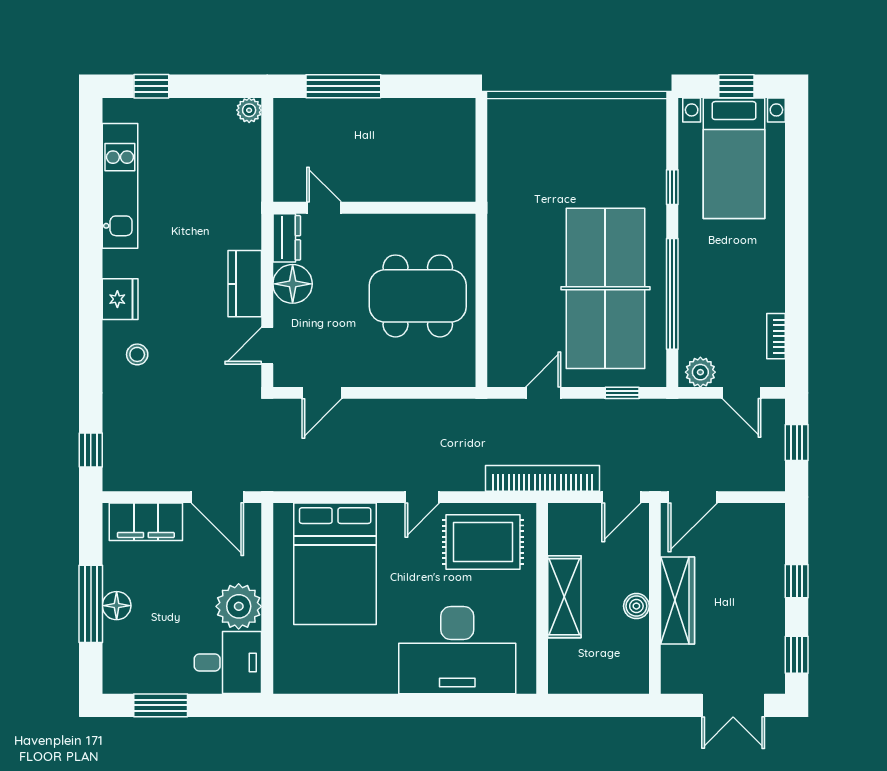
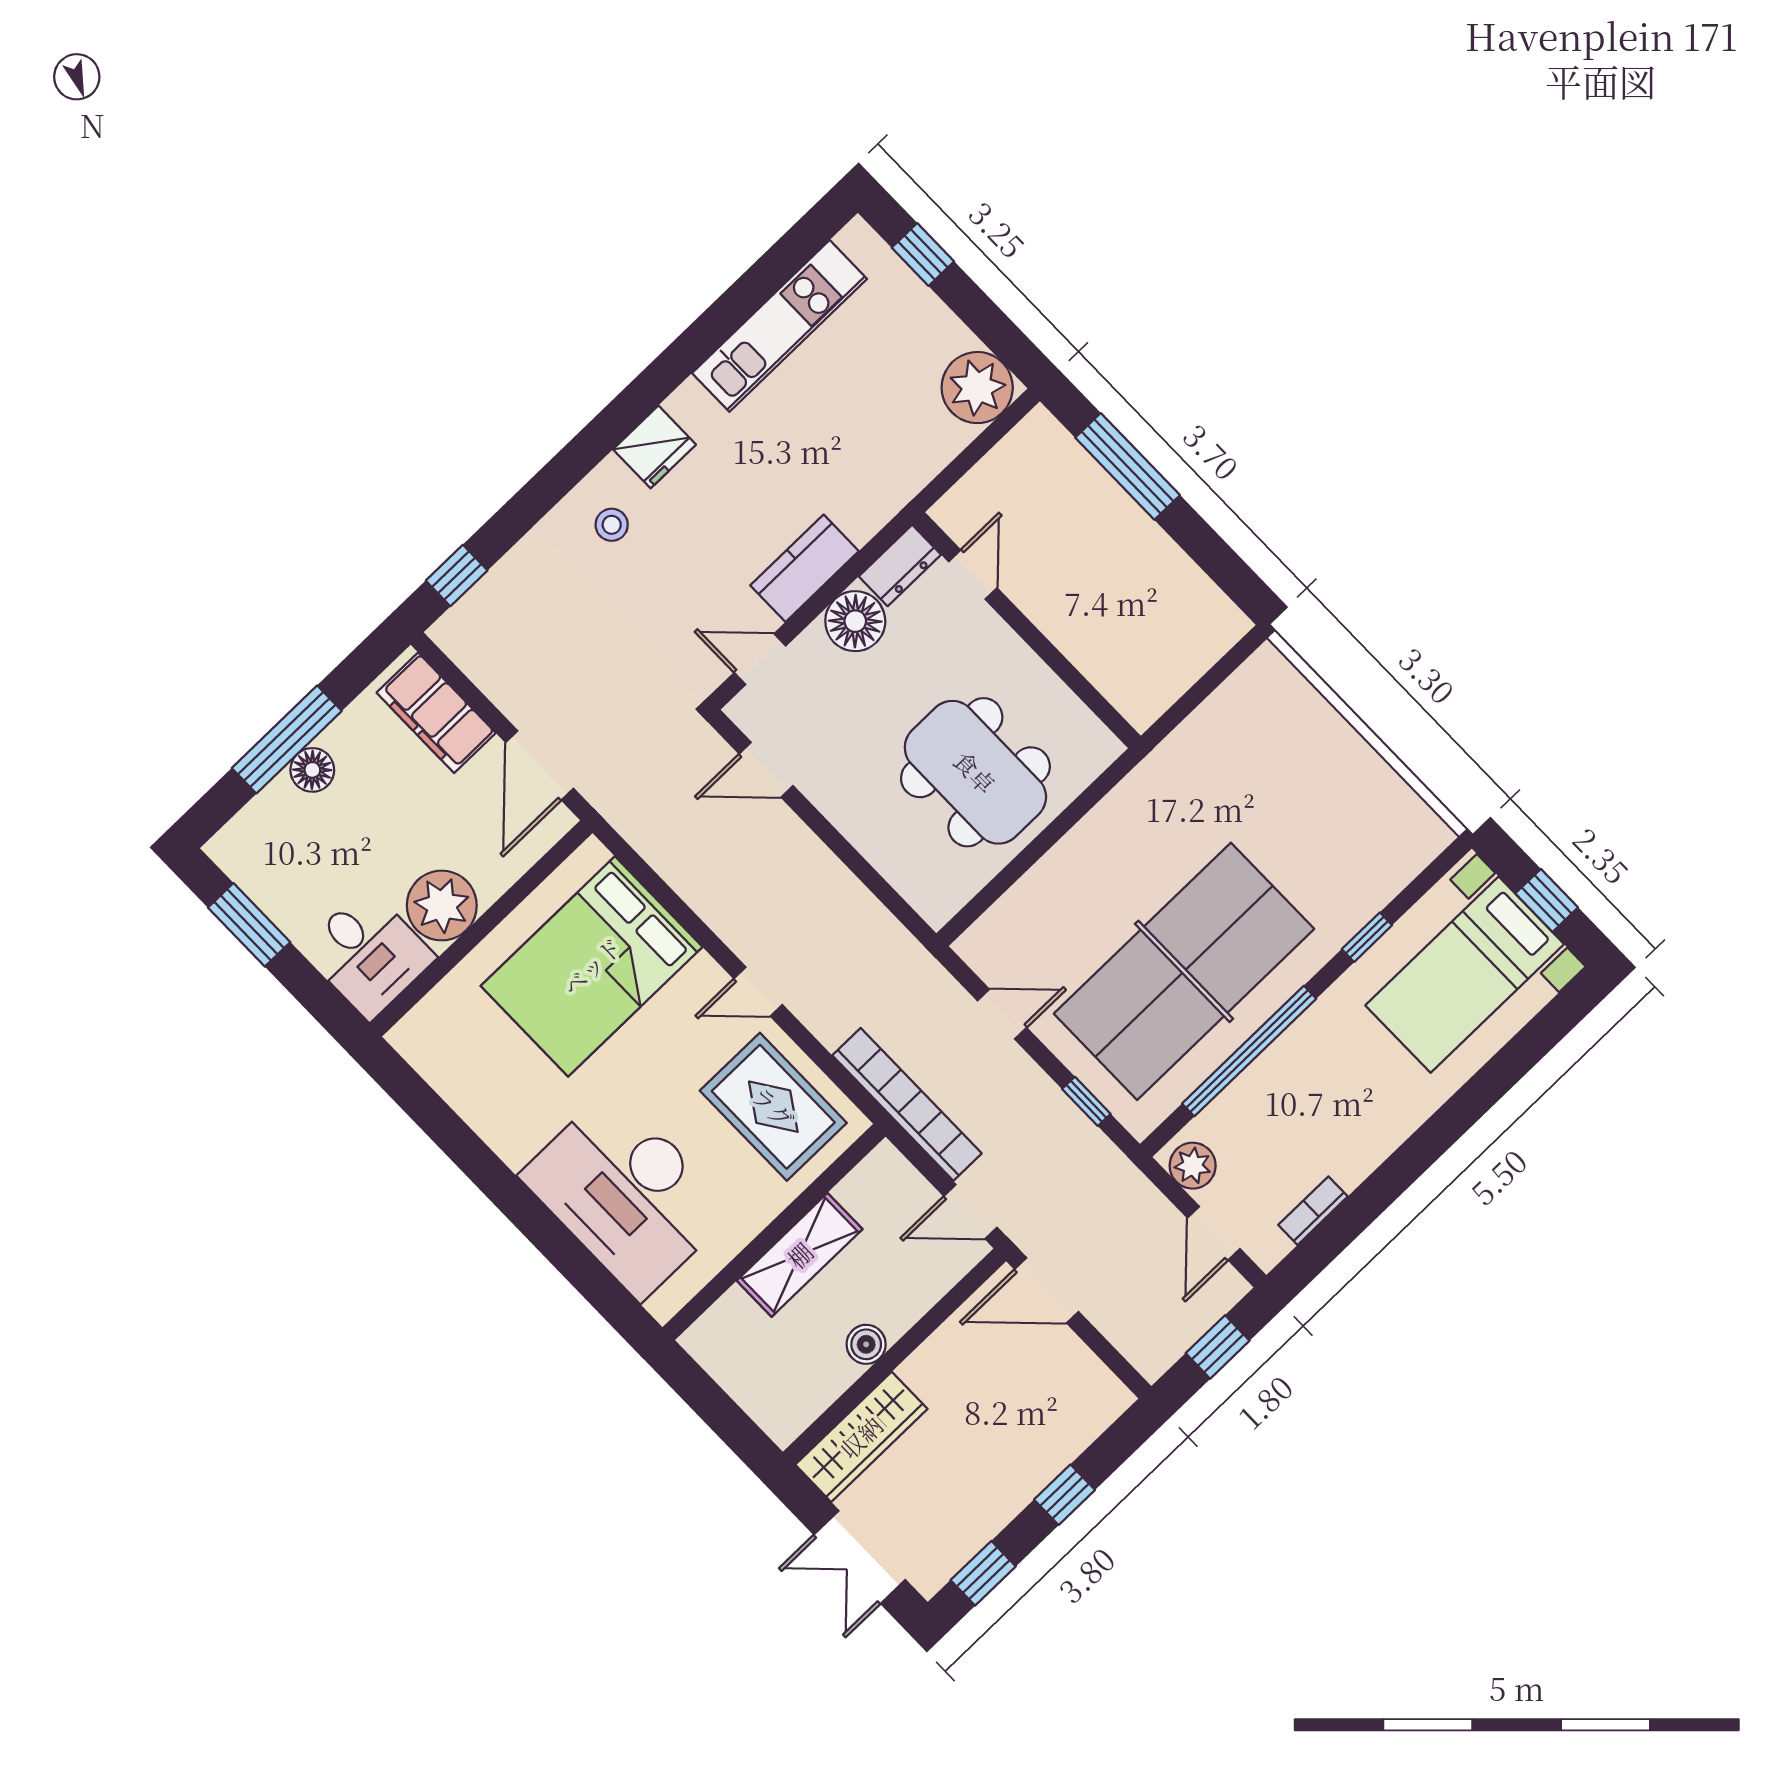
plant: (249, 110) -> (977, 388), width x1.88, depth x1.88
wardrobe: (678, 600) -> (861, 1437), moved

